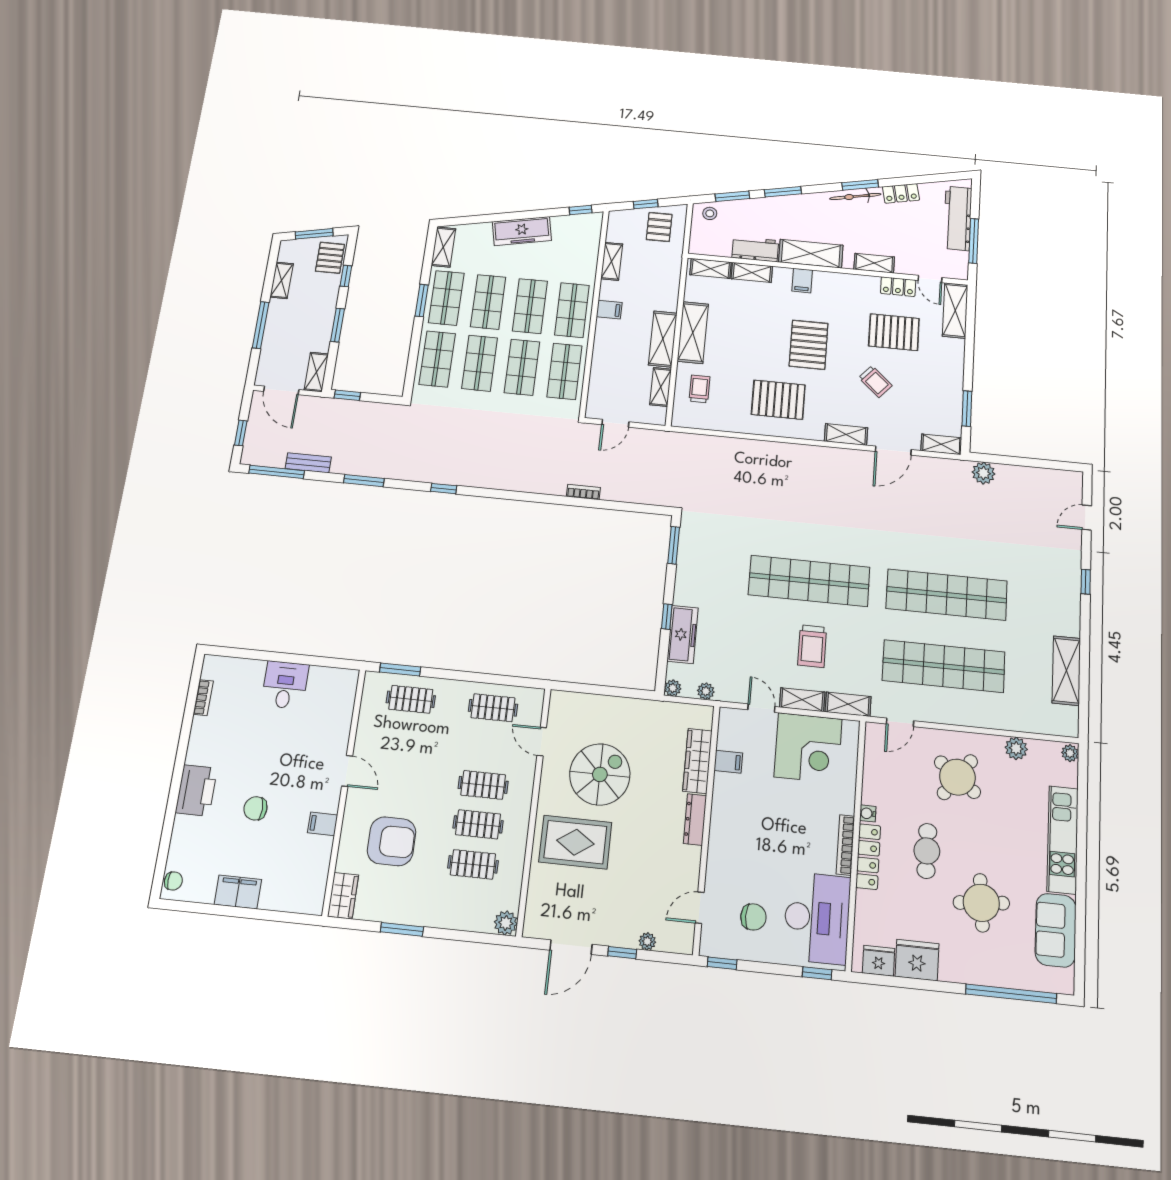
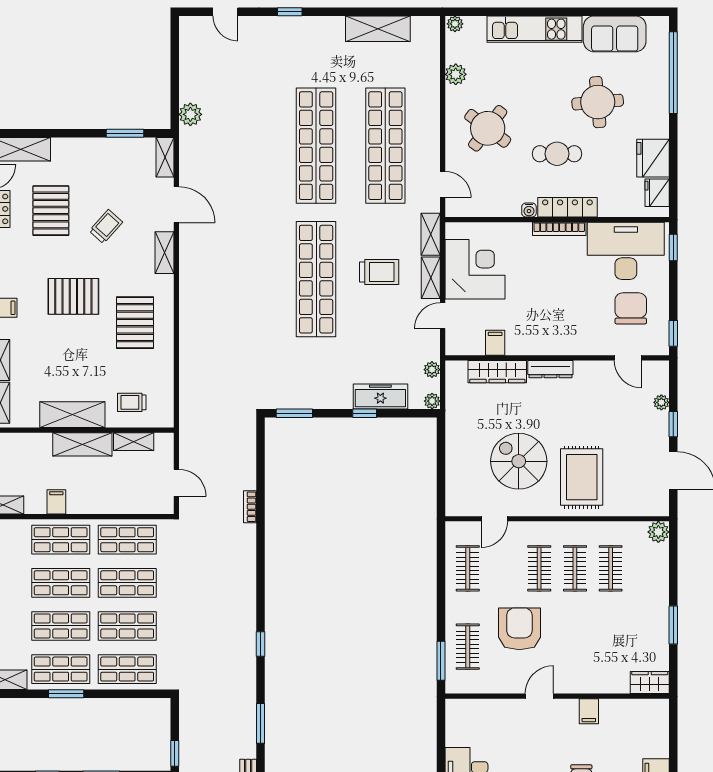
armchair: (391, 841) -> (519, 629), moved
chair: (753, 917) -> (631, 308), width x1.37, depth x1.37

